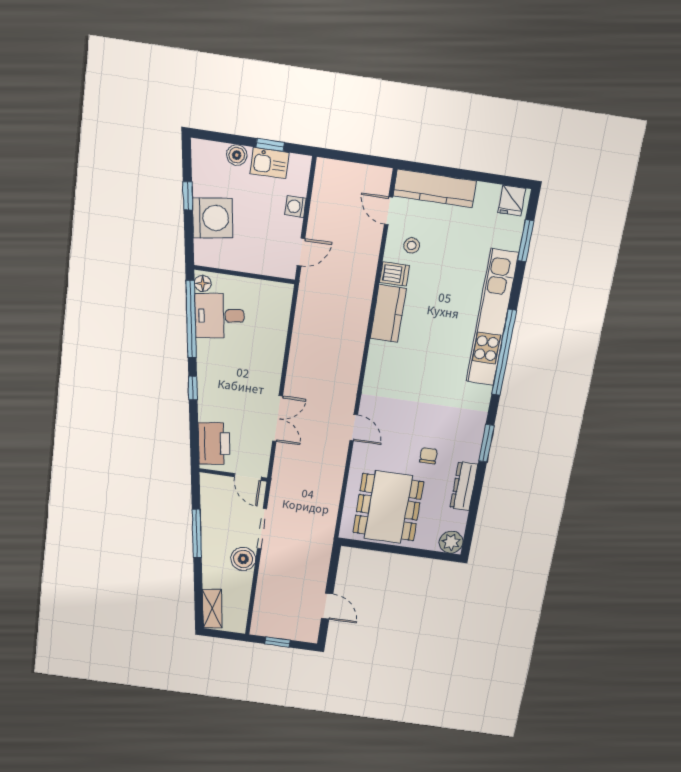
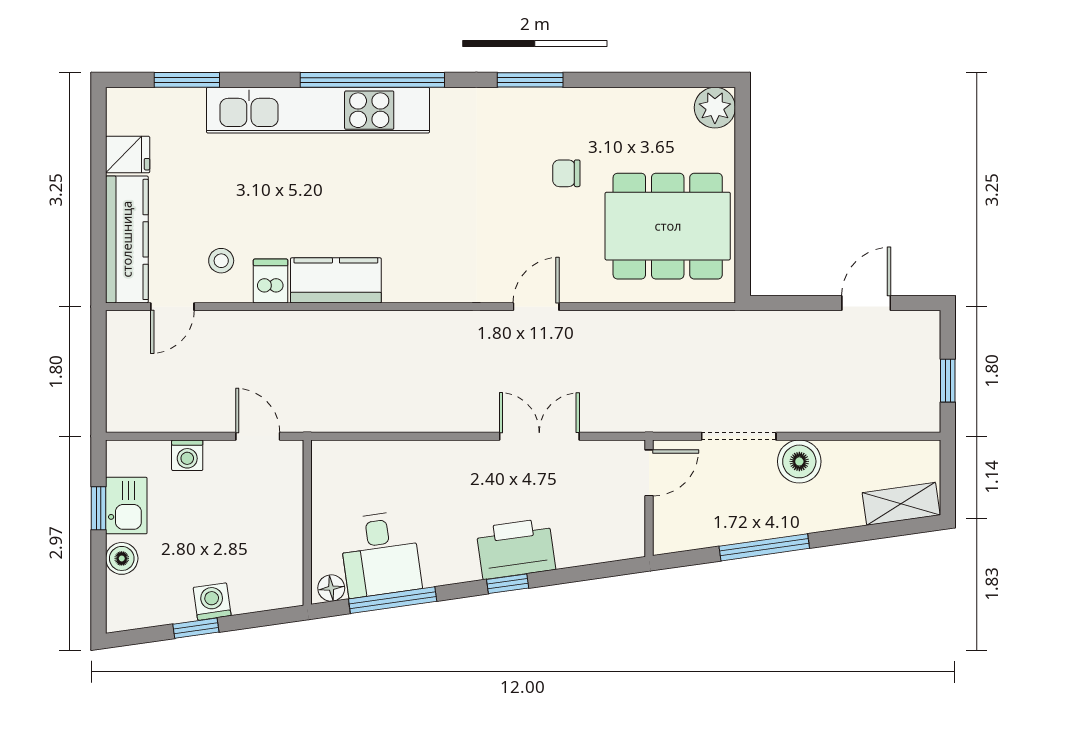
fridge: (512, 200) -> (128, 155), moved
washing machine: (213, 218) -> (212, 602), width x0.53, depth x0.53
window: (191, 319) -> (393, 600), width x0.68
printer: (214, 444) -> (516, 549), moved
dresser: (464, 486) -> (611, 104), removed

